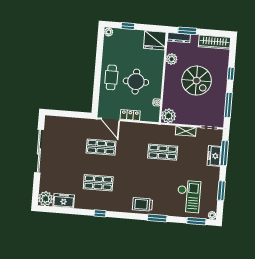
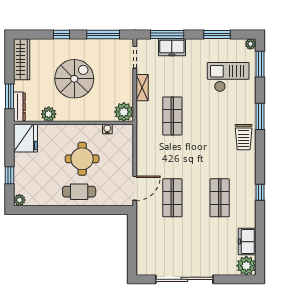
locker: (130, 115) -> (127, 163), removed

